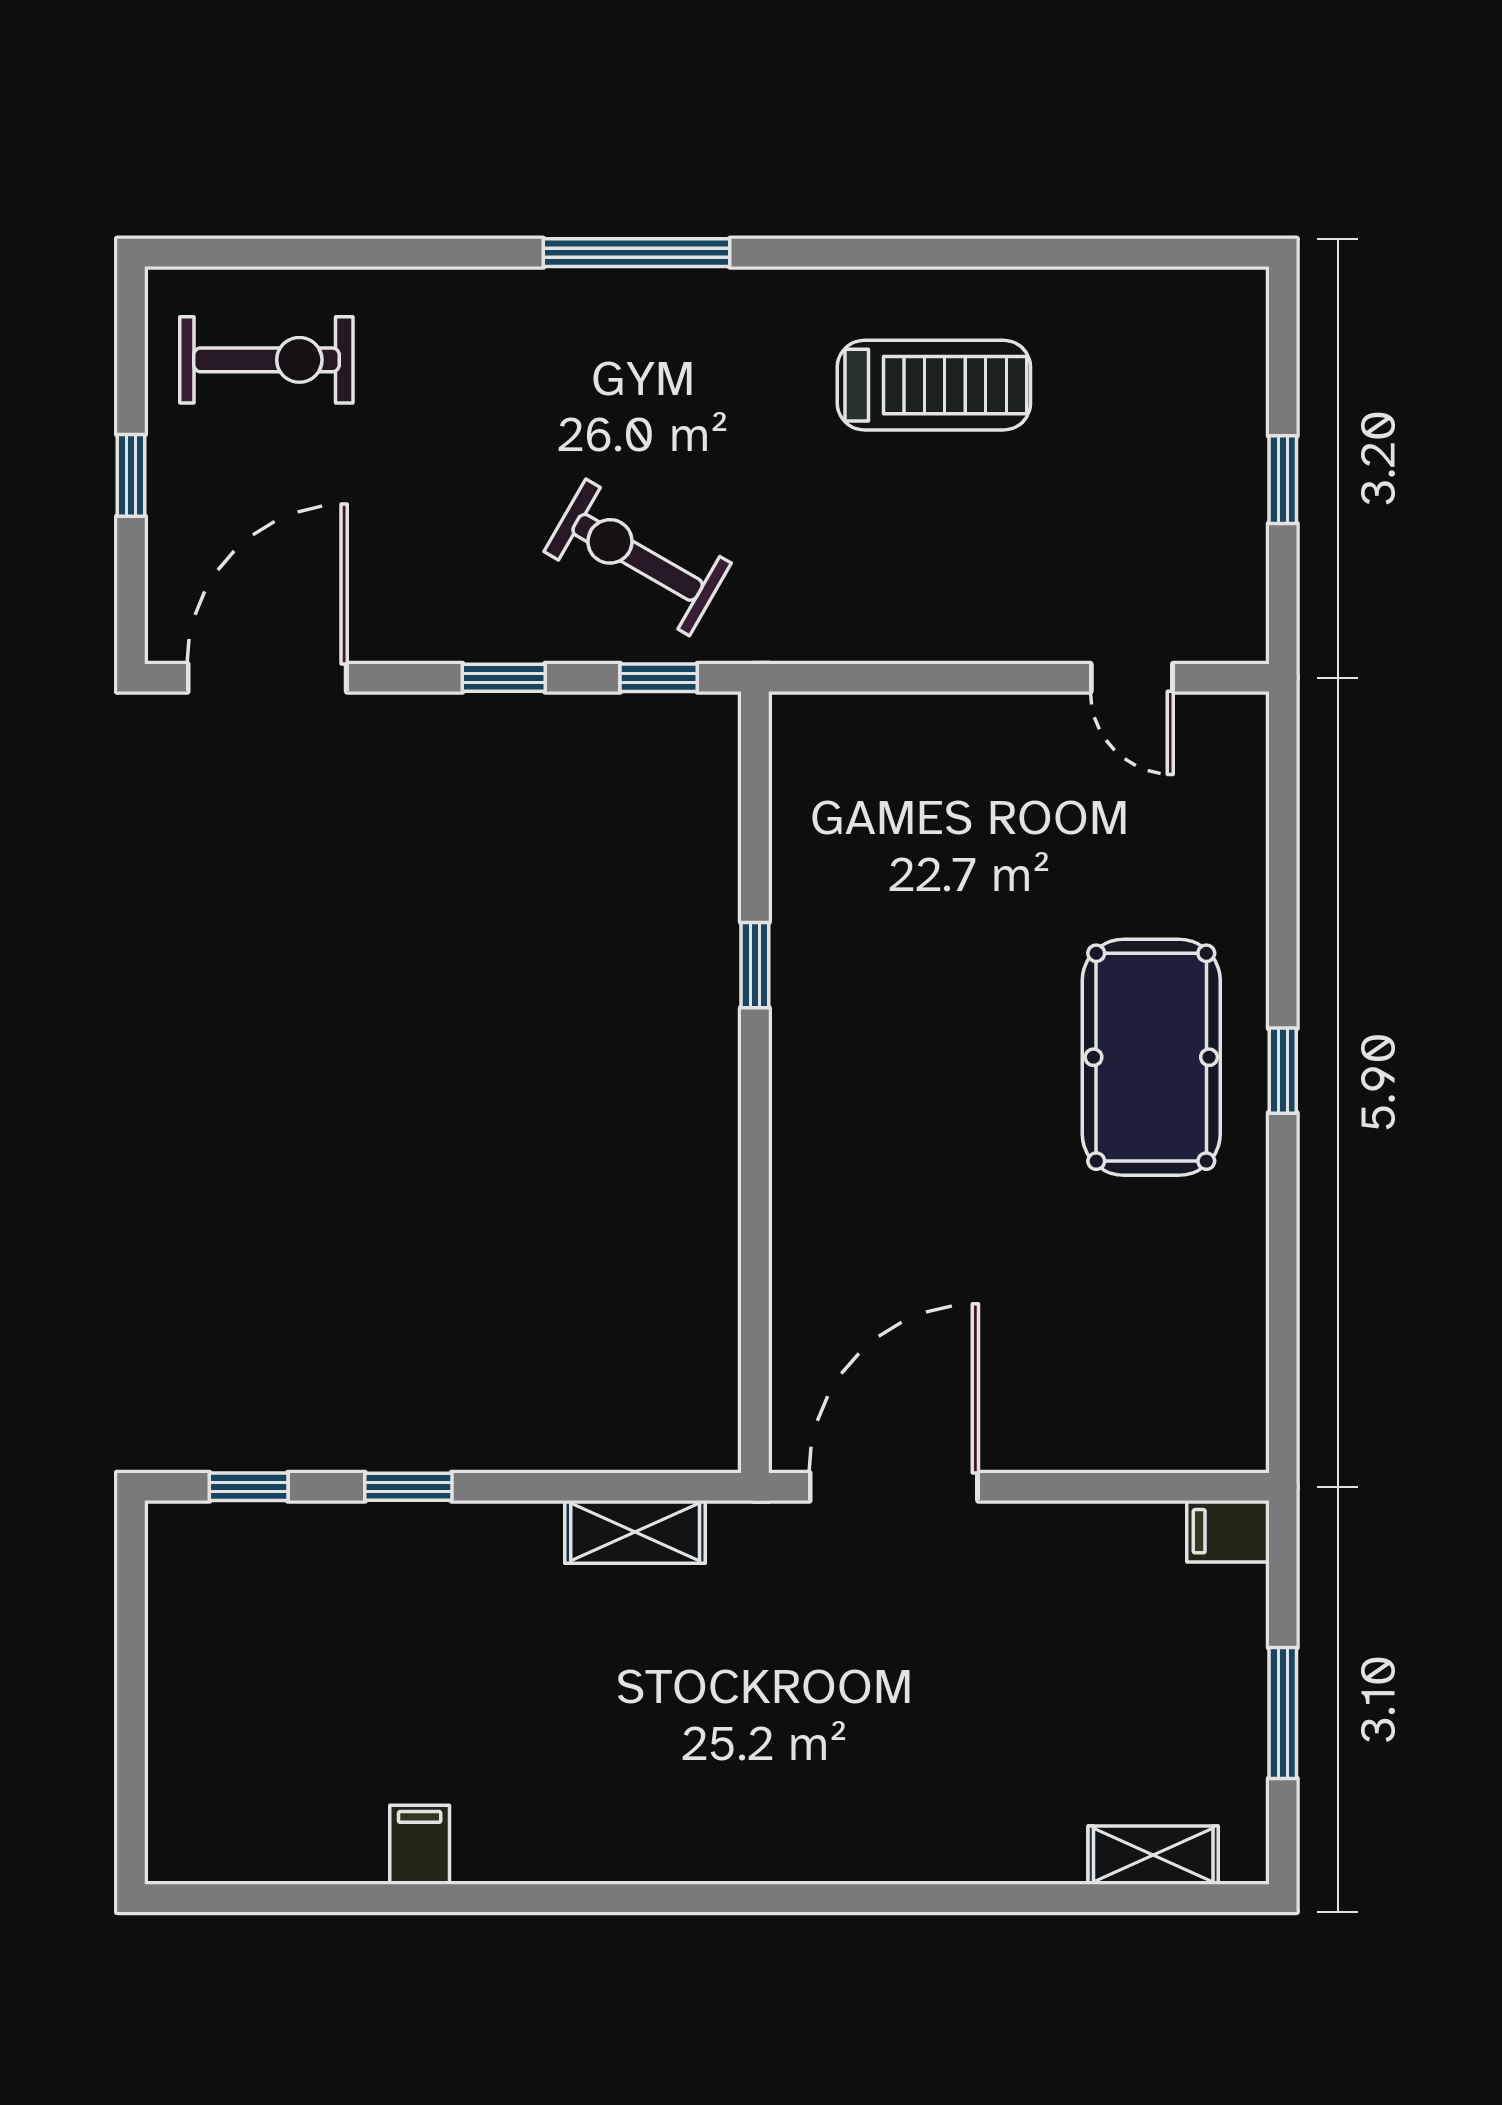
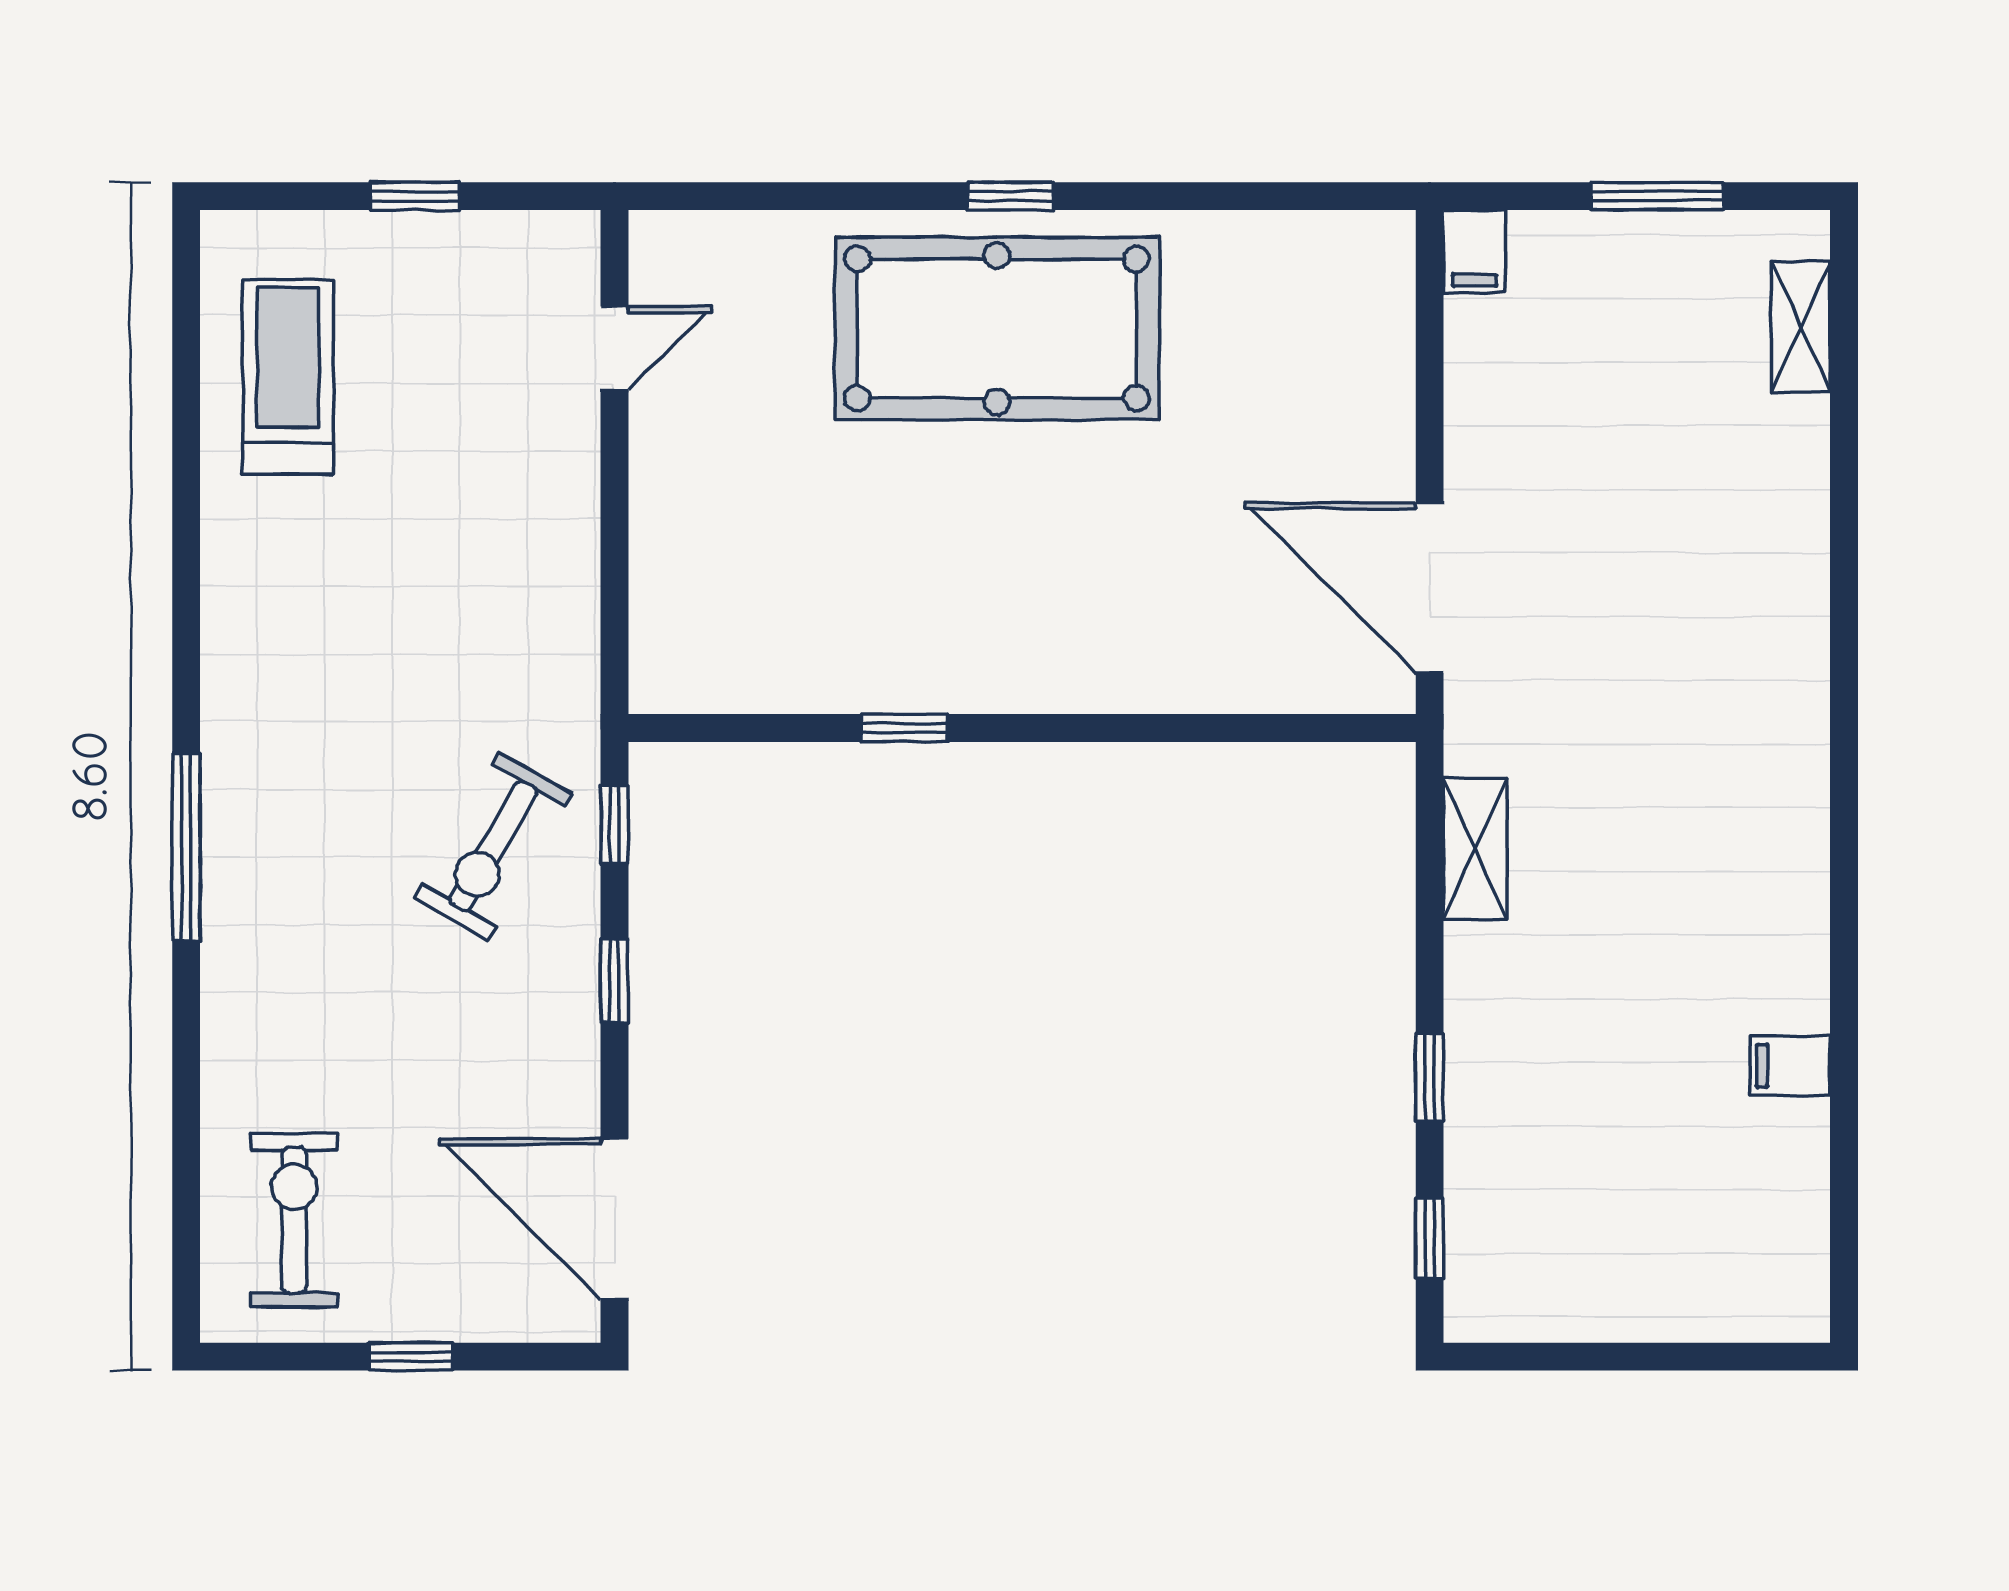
treadmill: (934, 385) -> (288, 377), moved
pool table: (1151, 1057) -> (997, 329), width x1.36, depth x1.32

